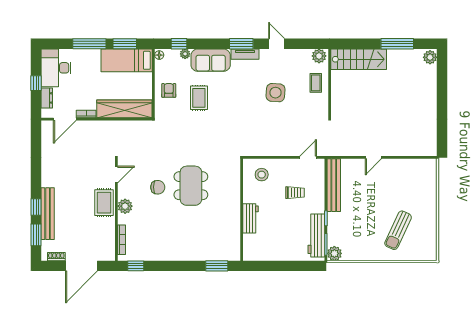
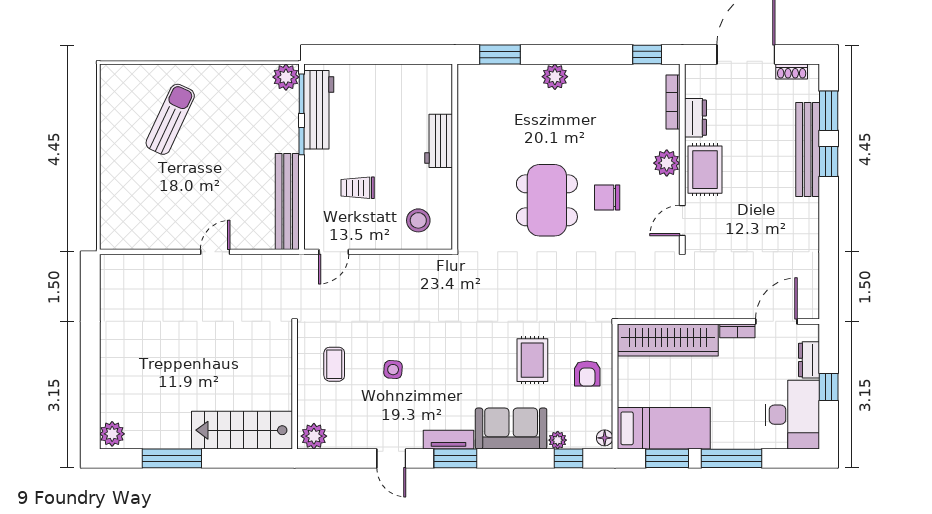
coffee table: (316, 83) -> (334, 364), moved
side table: (276, 93) -> (393, 370), width x0.54, depth x0.54
dresser: (109, 231) -> (695, 118), added
plant: (187, 254) -> (555, 77), added

